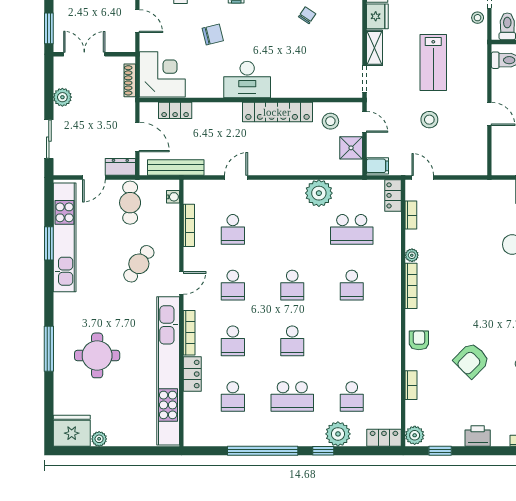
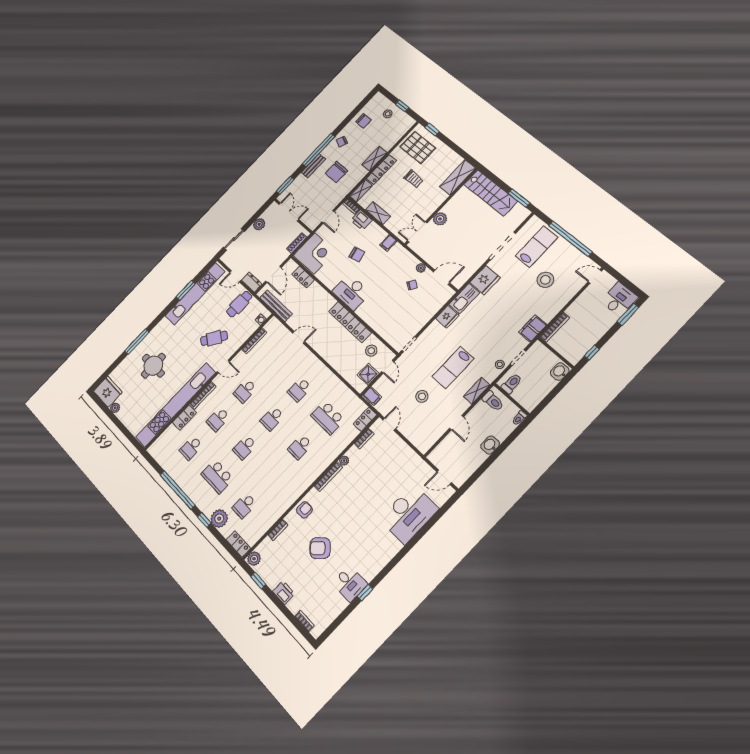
shelving: (374, 48) -> (477, 391), moved
plant: (319, 193) -> (330, 383), removed
school desk: (233, 229) -> (299, 390), moved

